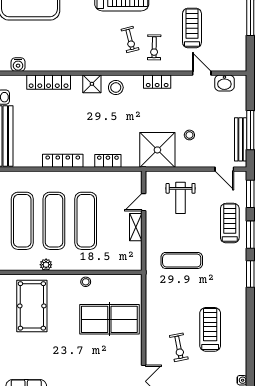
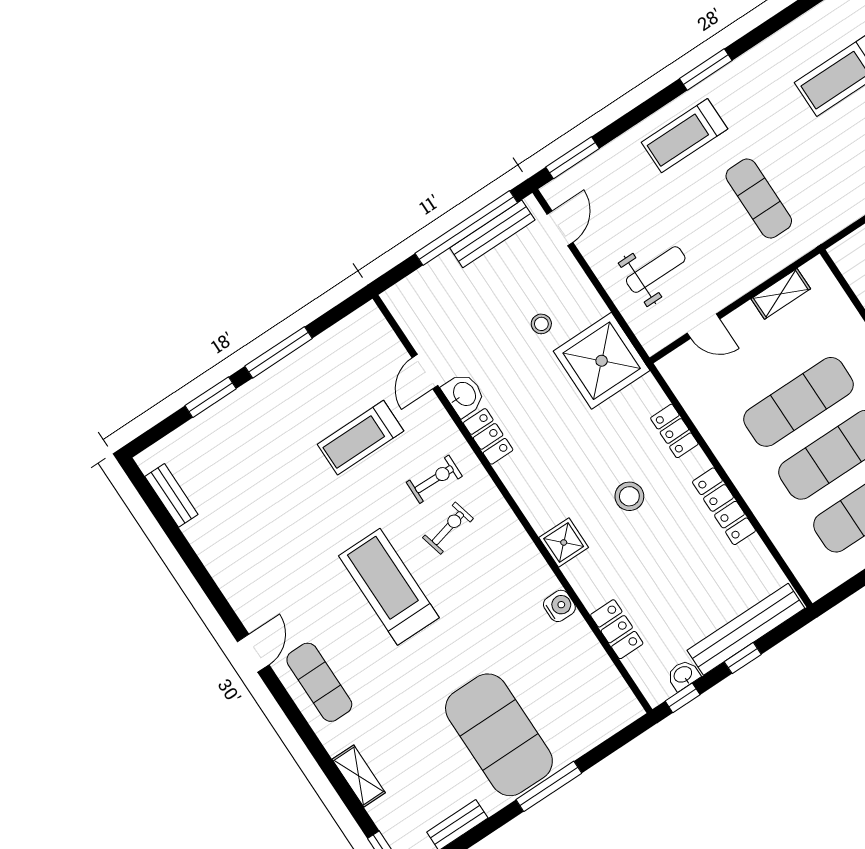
water cooler: (18, 65) -> (559, 606), moved
locker: (49, 82) -> (617, 629), width x0.66
washbasin: (224, 83) -> (464, 395), moved
stool: (116, 87) -> (629, 496), moved
window: (250, 130) -> (466, 228), width x1.46
treadmill: (230, 223) -> (684, 136), moved
shelving: (136, 227) -> (781, 294), moved
window: (250, 235) -> (640, 113), removed

